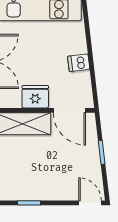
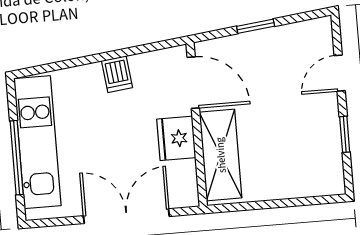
door: (69, 110) -> (193, 83), hinge flipped
door: (90, 203) -> (340, 73), moved

